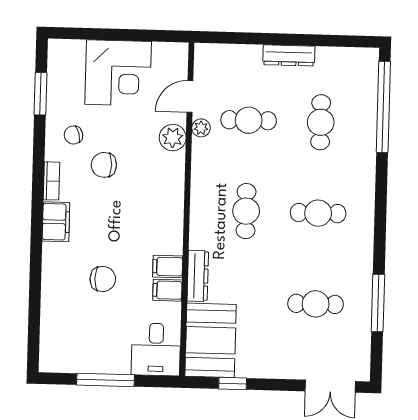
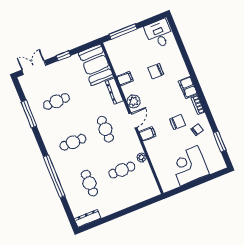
dresser: (289, 55) -> (88, 218), moved
door: (190, 97) -> (133, 121), moved
window: (383, 107) -> (54, 176), moved
plant: (173, 138) -> (134, 101), moved
filing cabinet: (168, 267) -> (147, 134), moved
desk: (156, 349) -> (159, 34), moved
window: (105, 380) -> (123, 32), moved
window: (233, 383) -> (63, 56), moved

